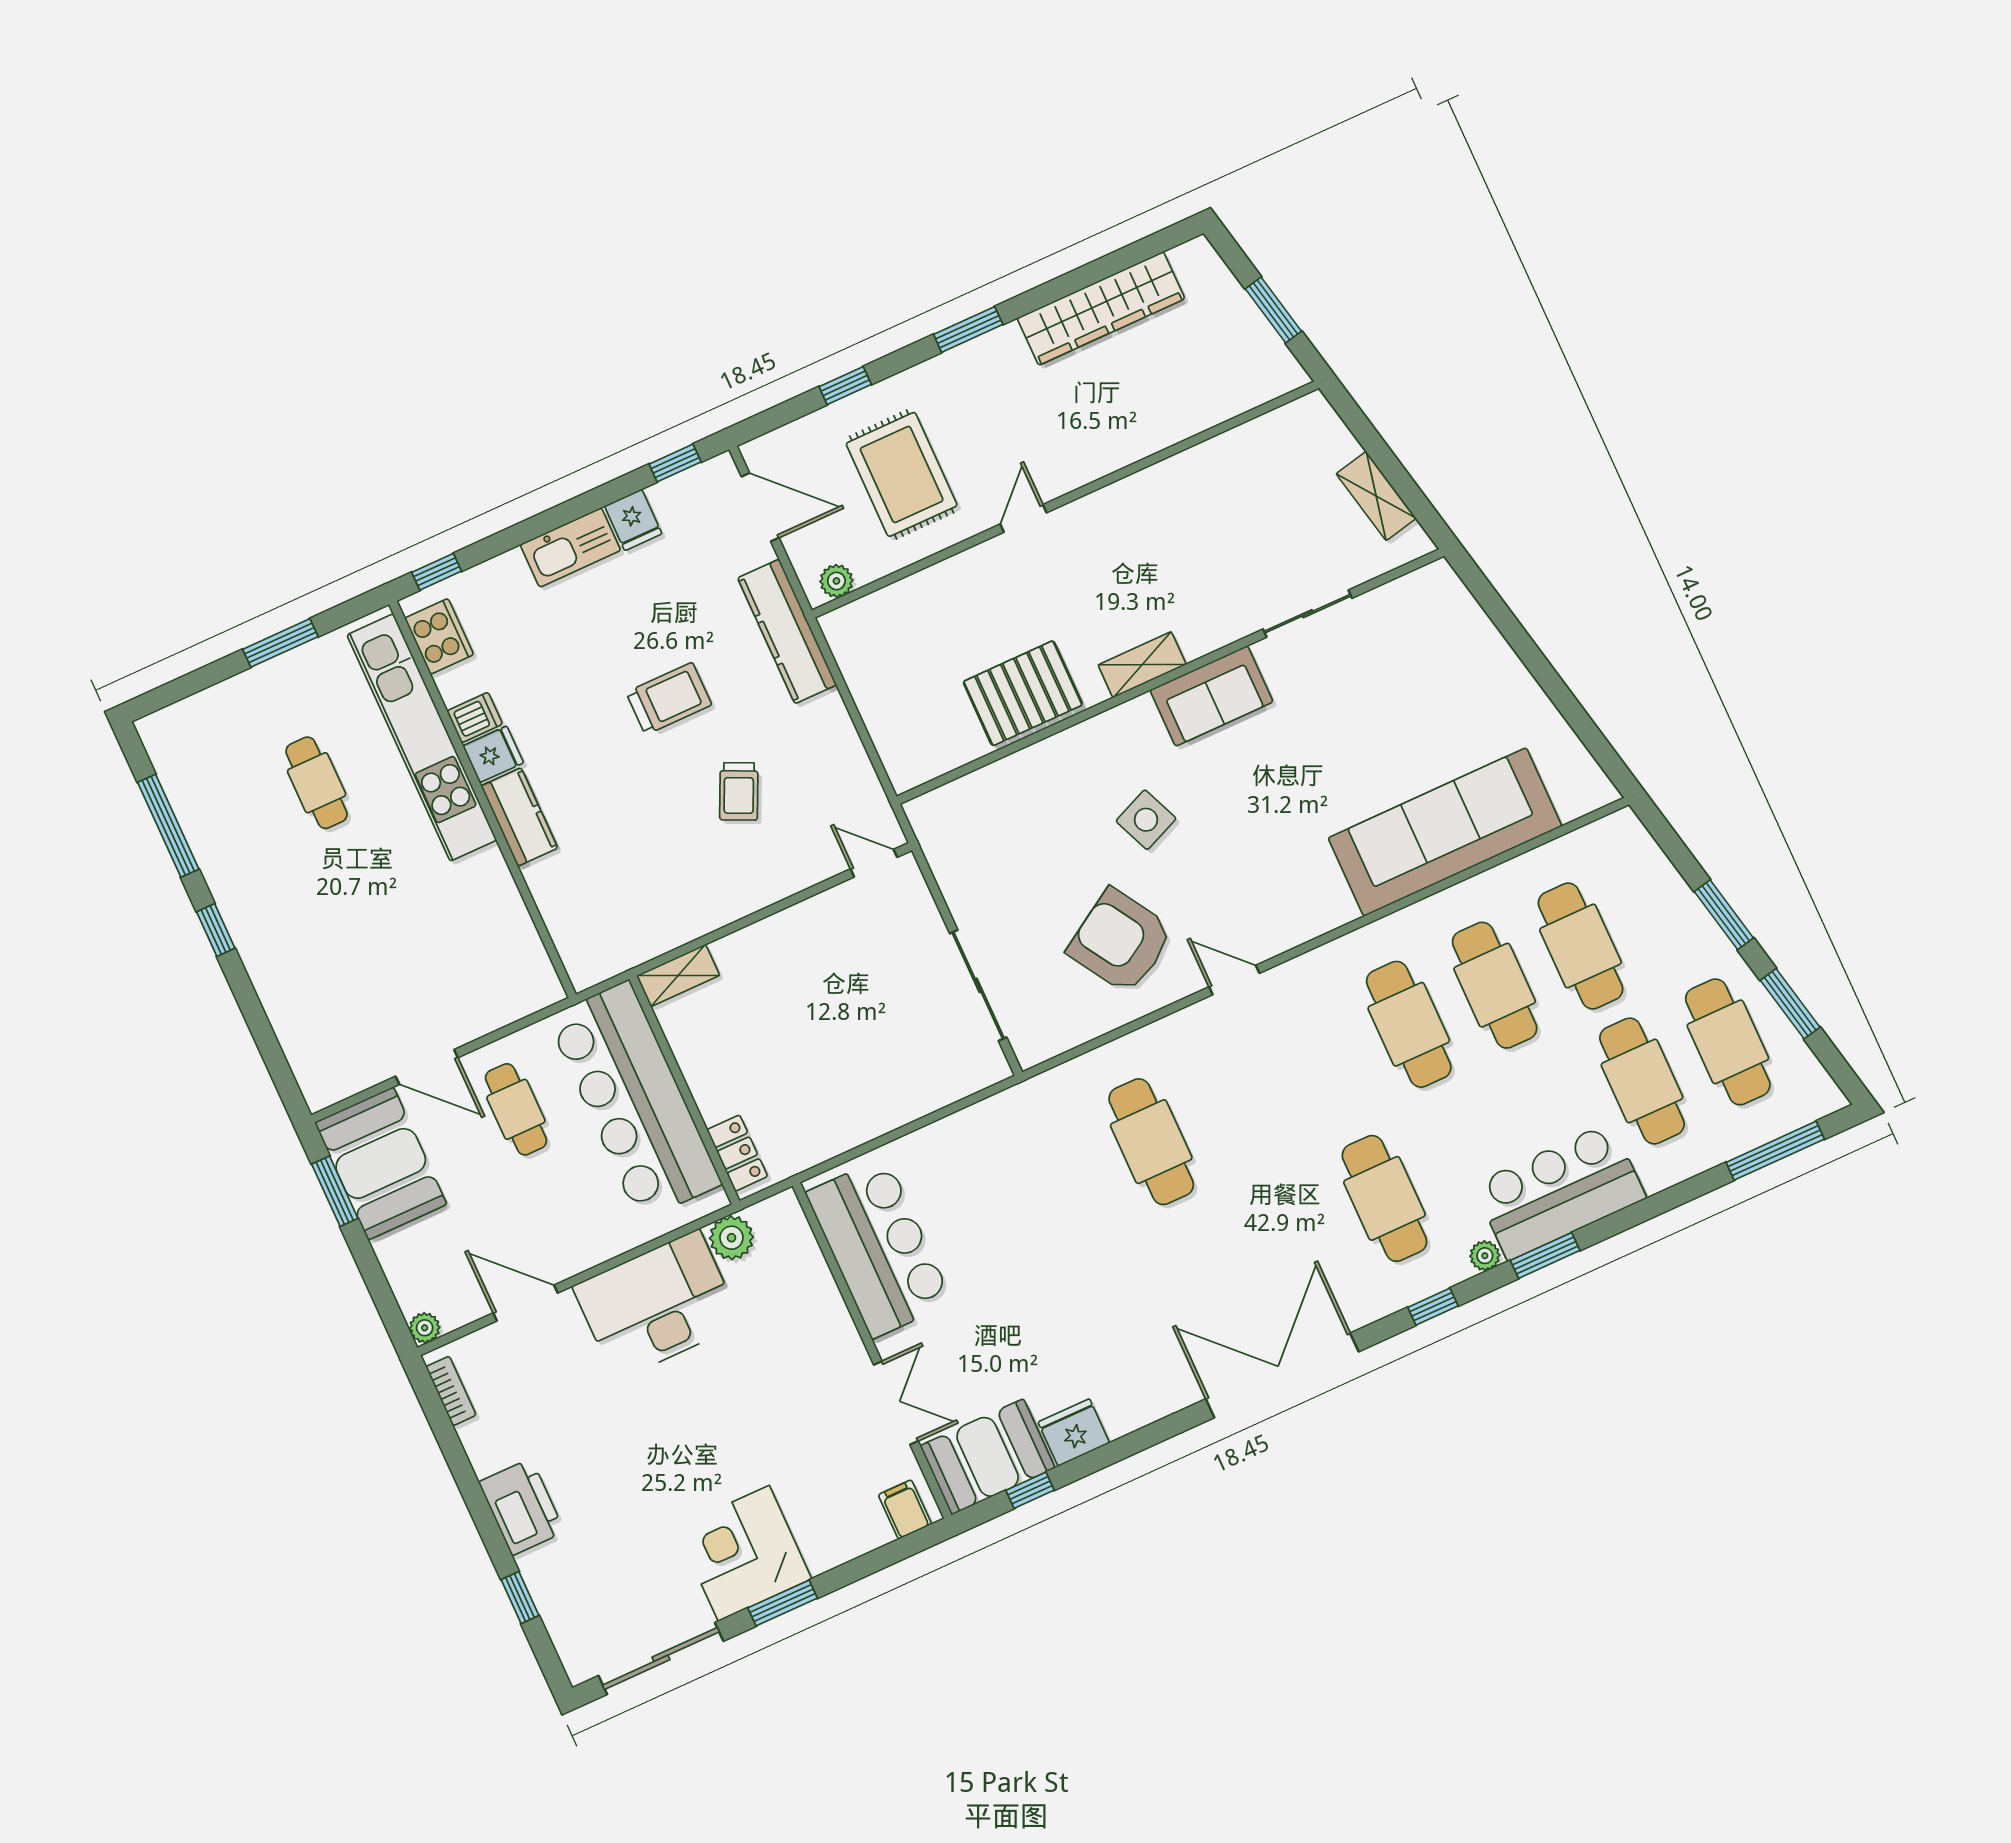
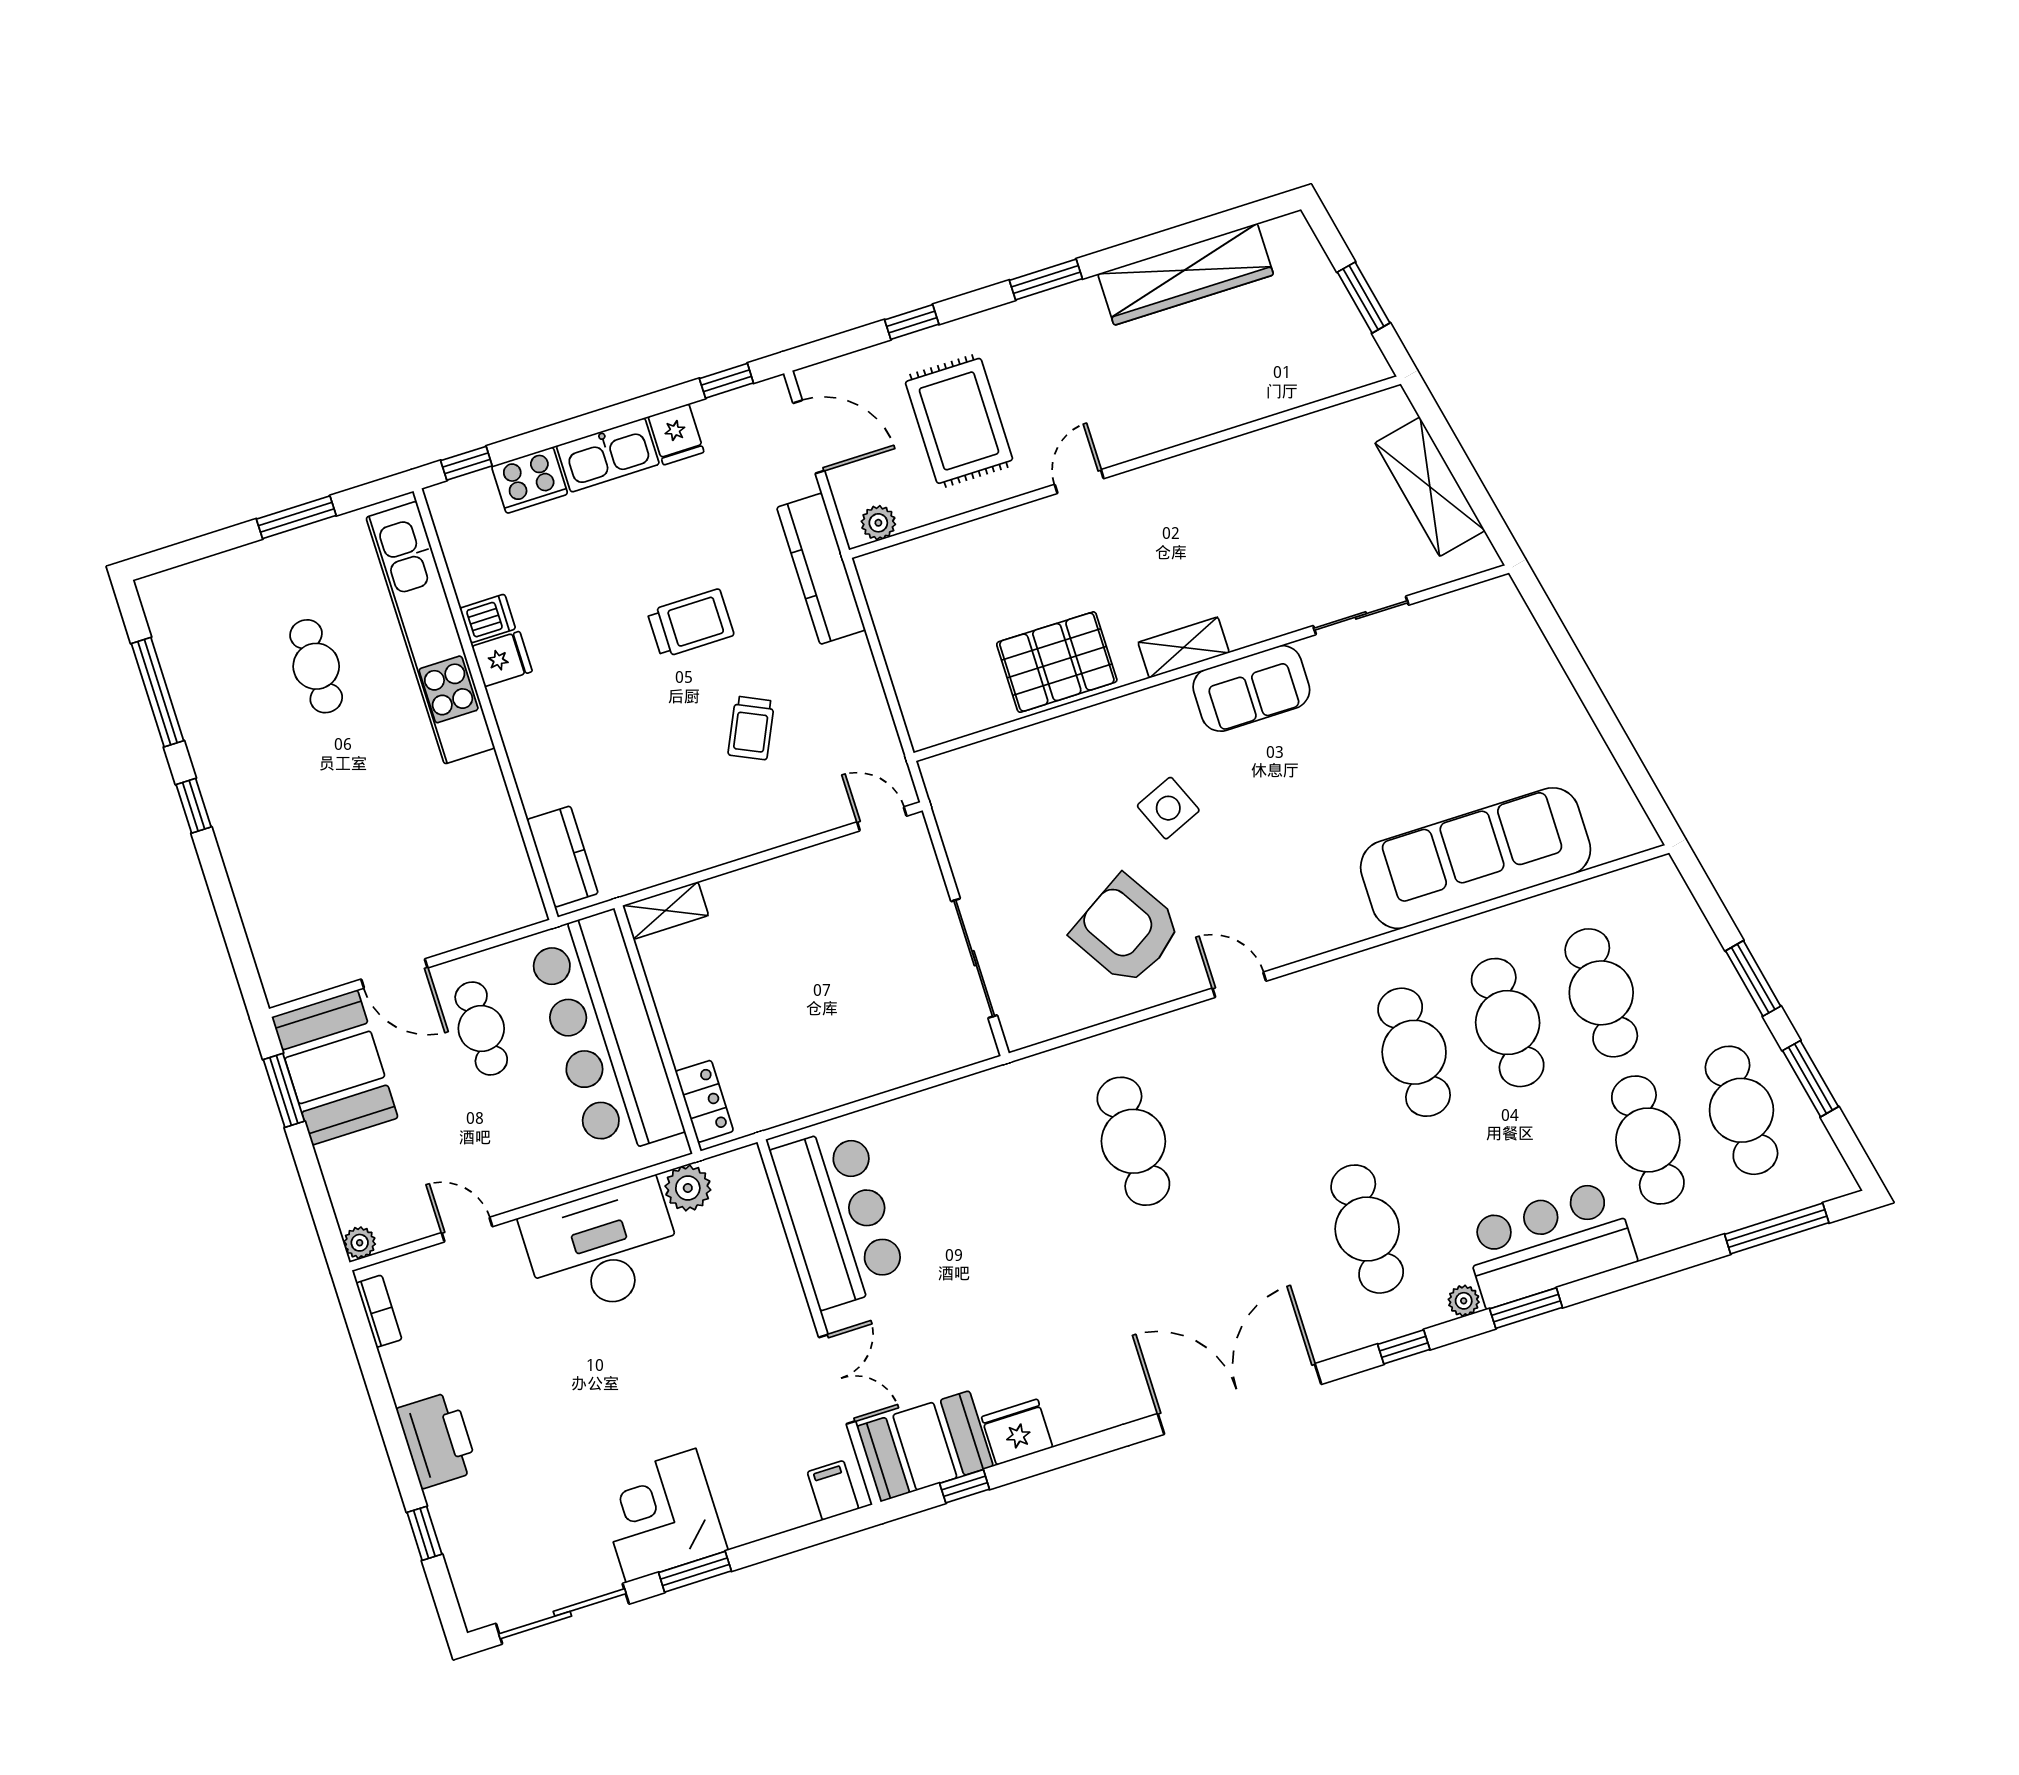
shelving: (1376, 496) -> (1430, 487), width x1.50, depth x1.33
cooker: (439, 636) -> (530, 480), moved, turned 90
kitchen counter: (519, 817) -> (562, 857), moved
door: (526, 1303) -> (467, 1230), width x0.73

